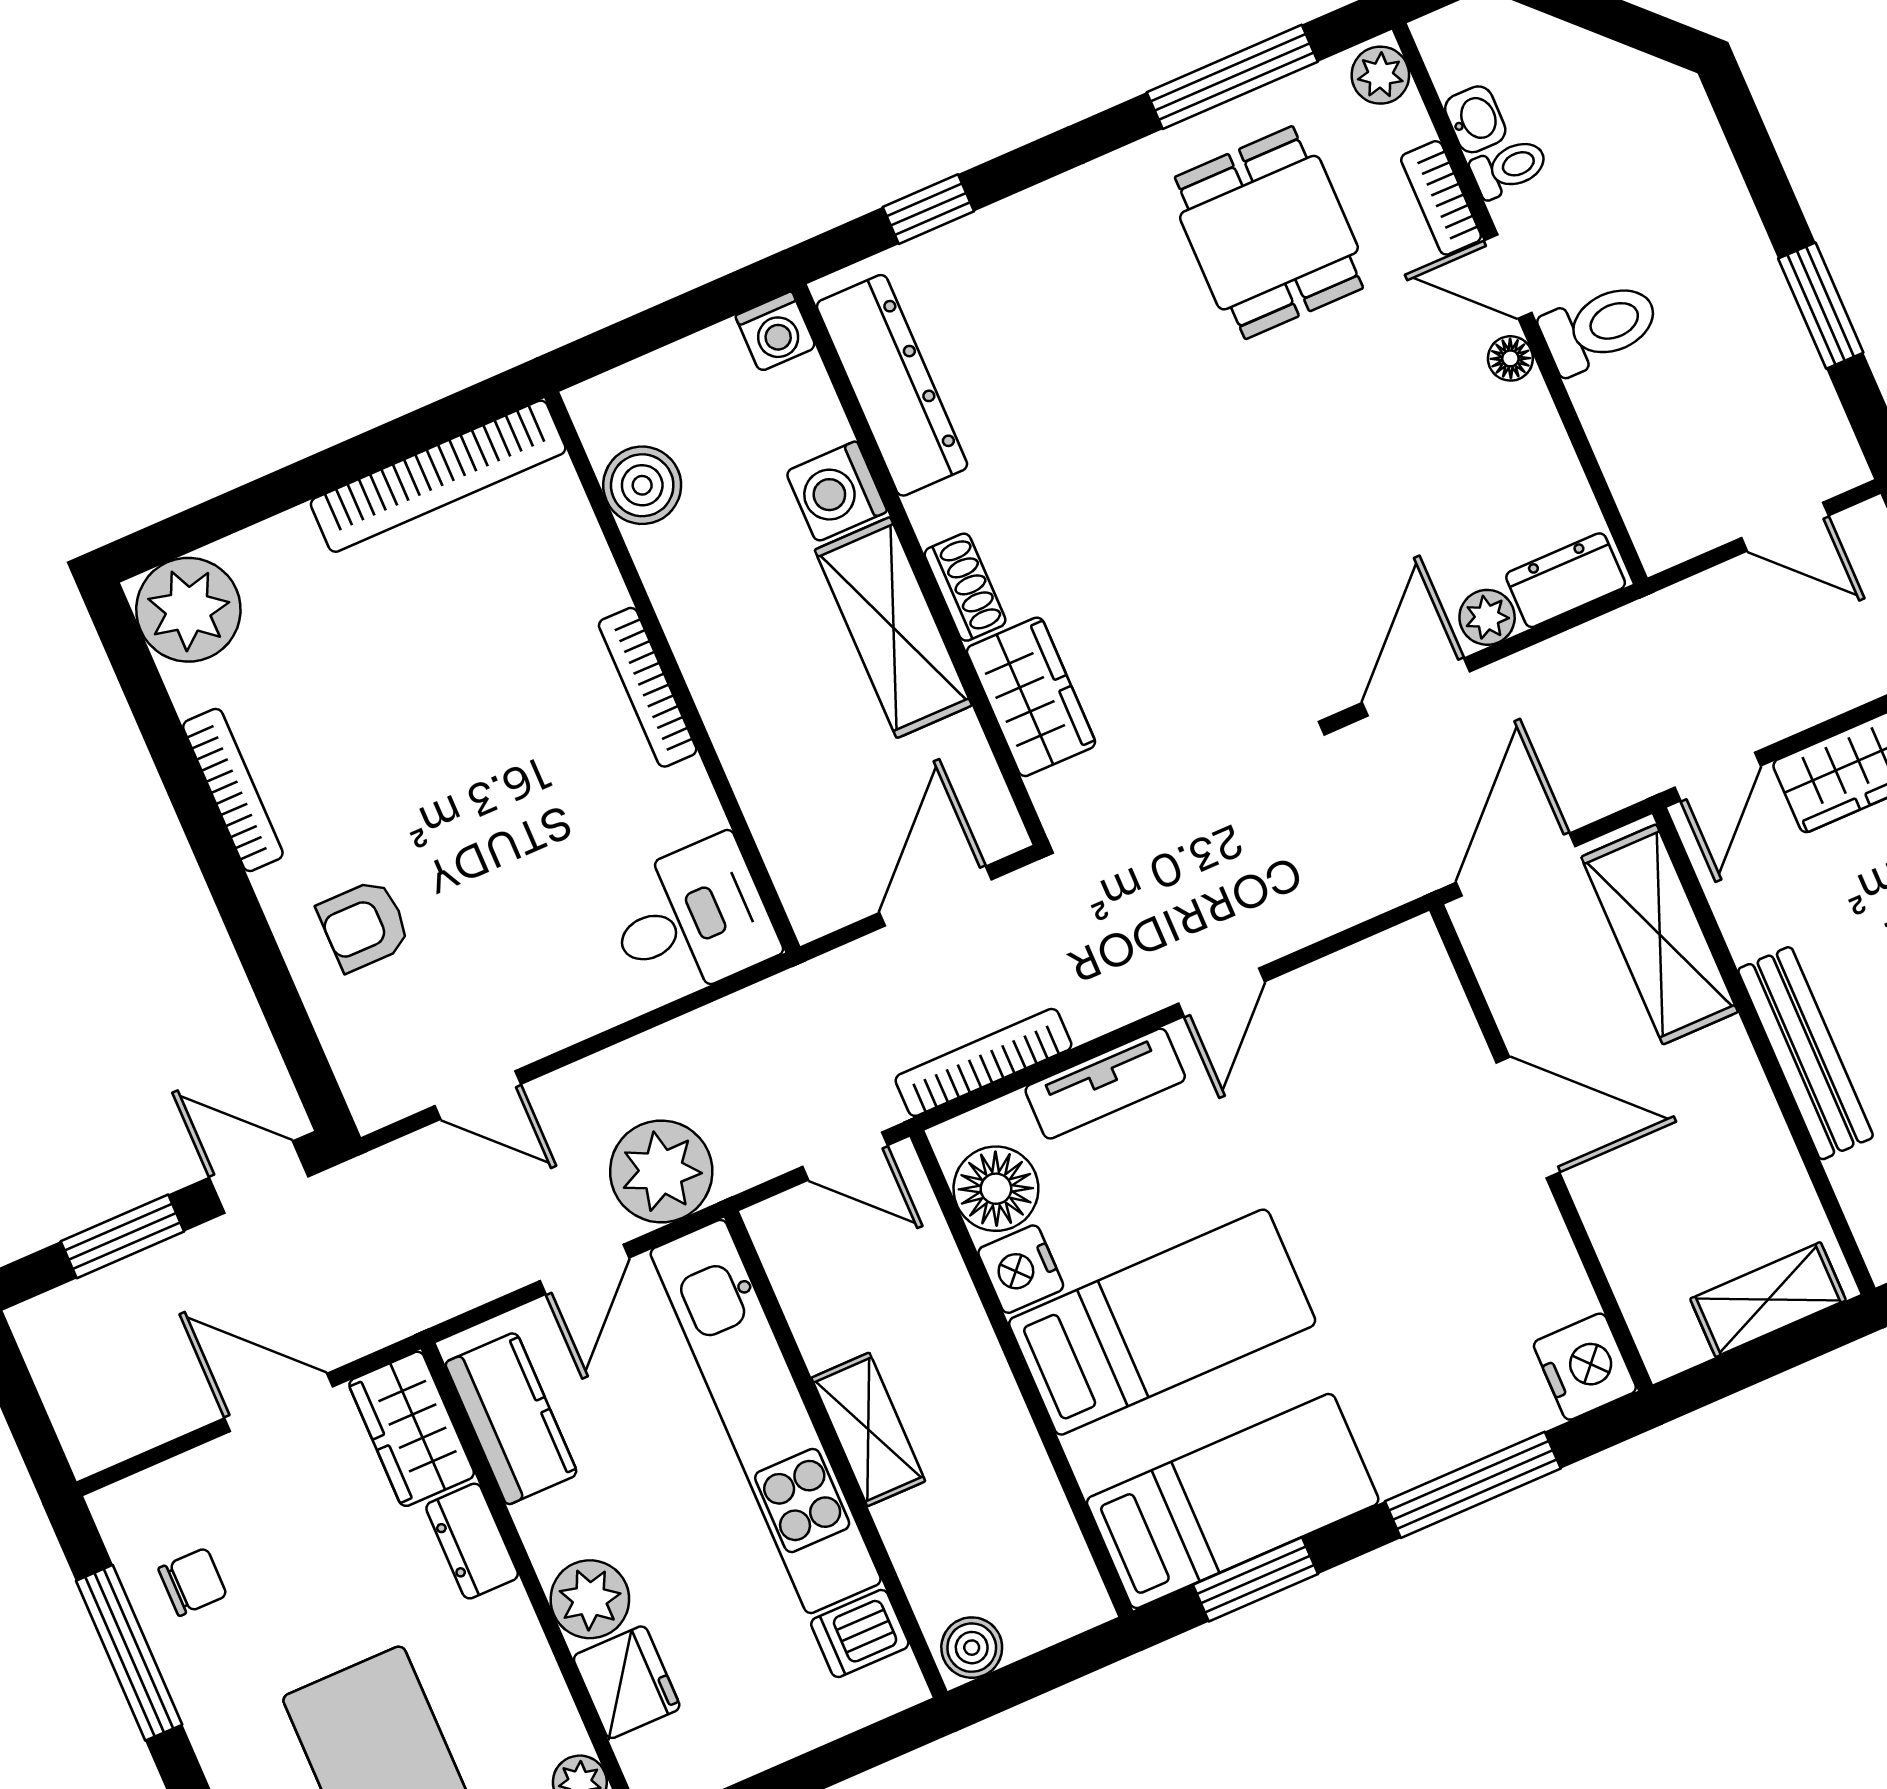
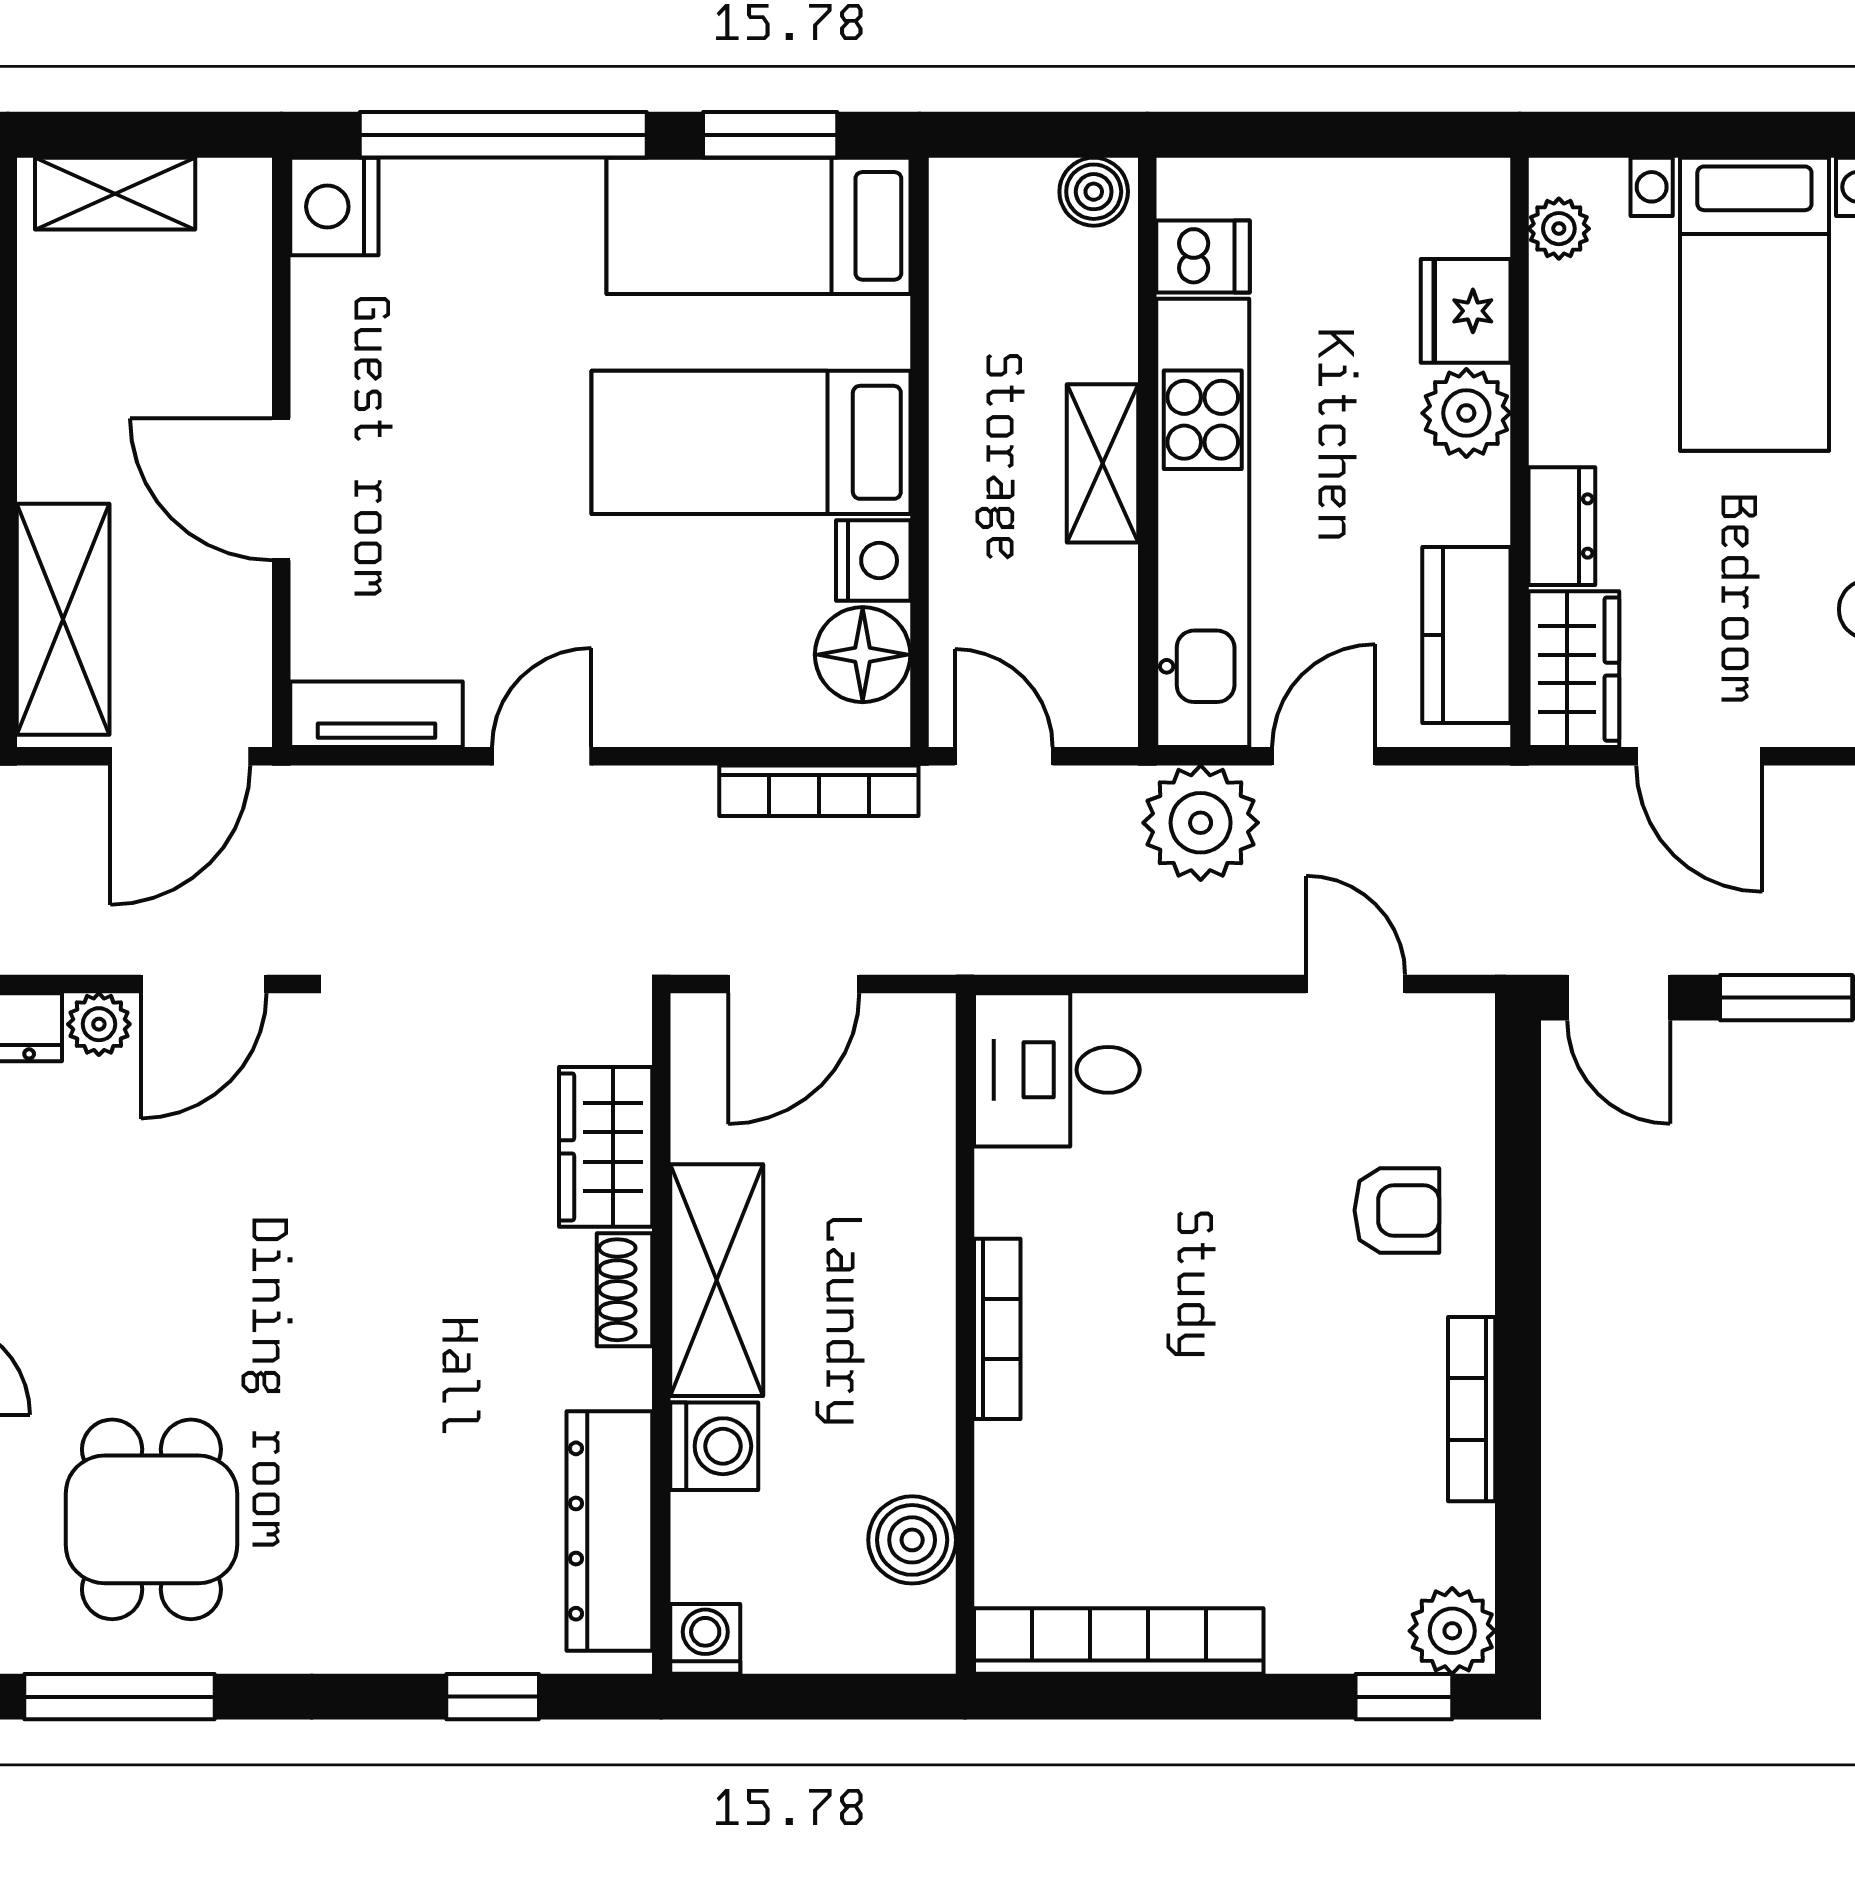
window: (186, 532) -> (1404, 1697), added
plant: (188, 610) -> (1452, 1631), width x0.73, depth x0.73
tv unit: (1105, 1084) -> (377, 714), moved
window: (1473, 1485) -> (503, 135), width x1.46

